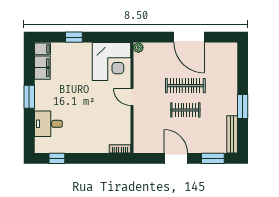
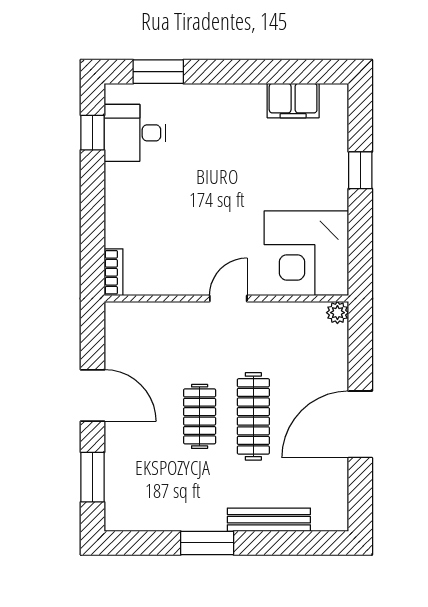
filing cabinet: (42, 49) -> (335, 101), removed
window: (29, 97) -> (158, 72), moved
desk: (48, 124) -> (135, 133), moved, turned -90
bench: (232, 134) -> (269, 520), moved
door: (176, 158) -> (93, 395), hinge flipped

